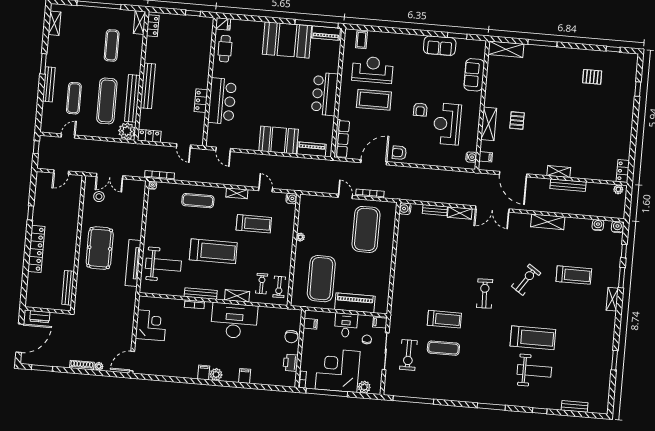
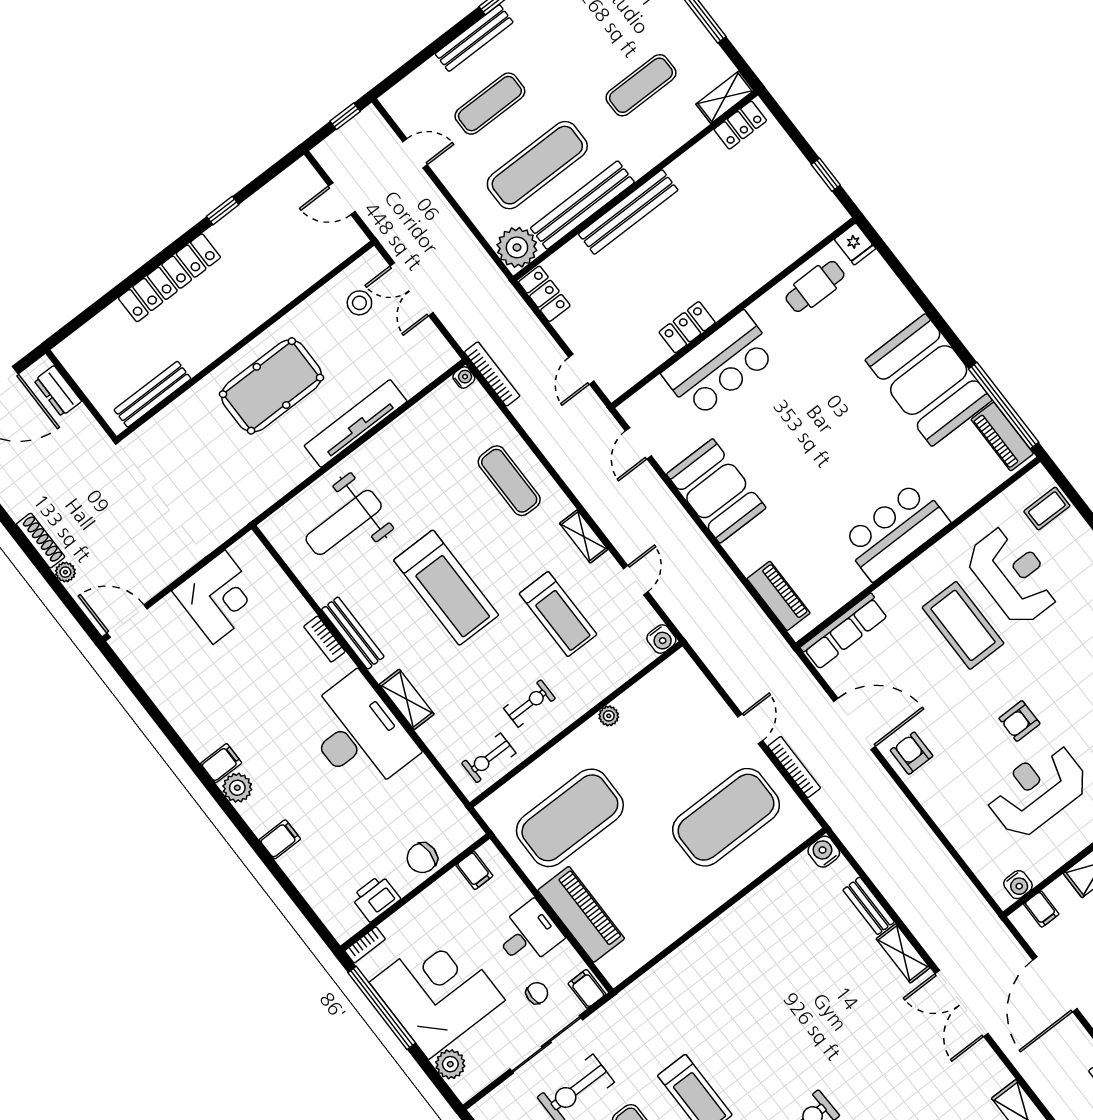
booth: (279, 140) -> (716, 491), moved
tv unit: (133, 263) -> (356, 423), moved
weight bench: (163, 265) -> (344, 522), turned 90
exercise bike: (262, 284) -> (530, 703), moved

